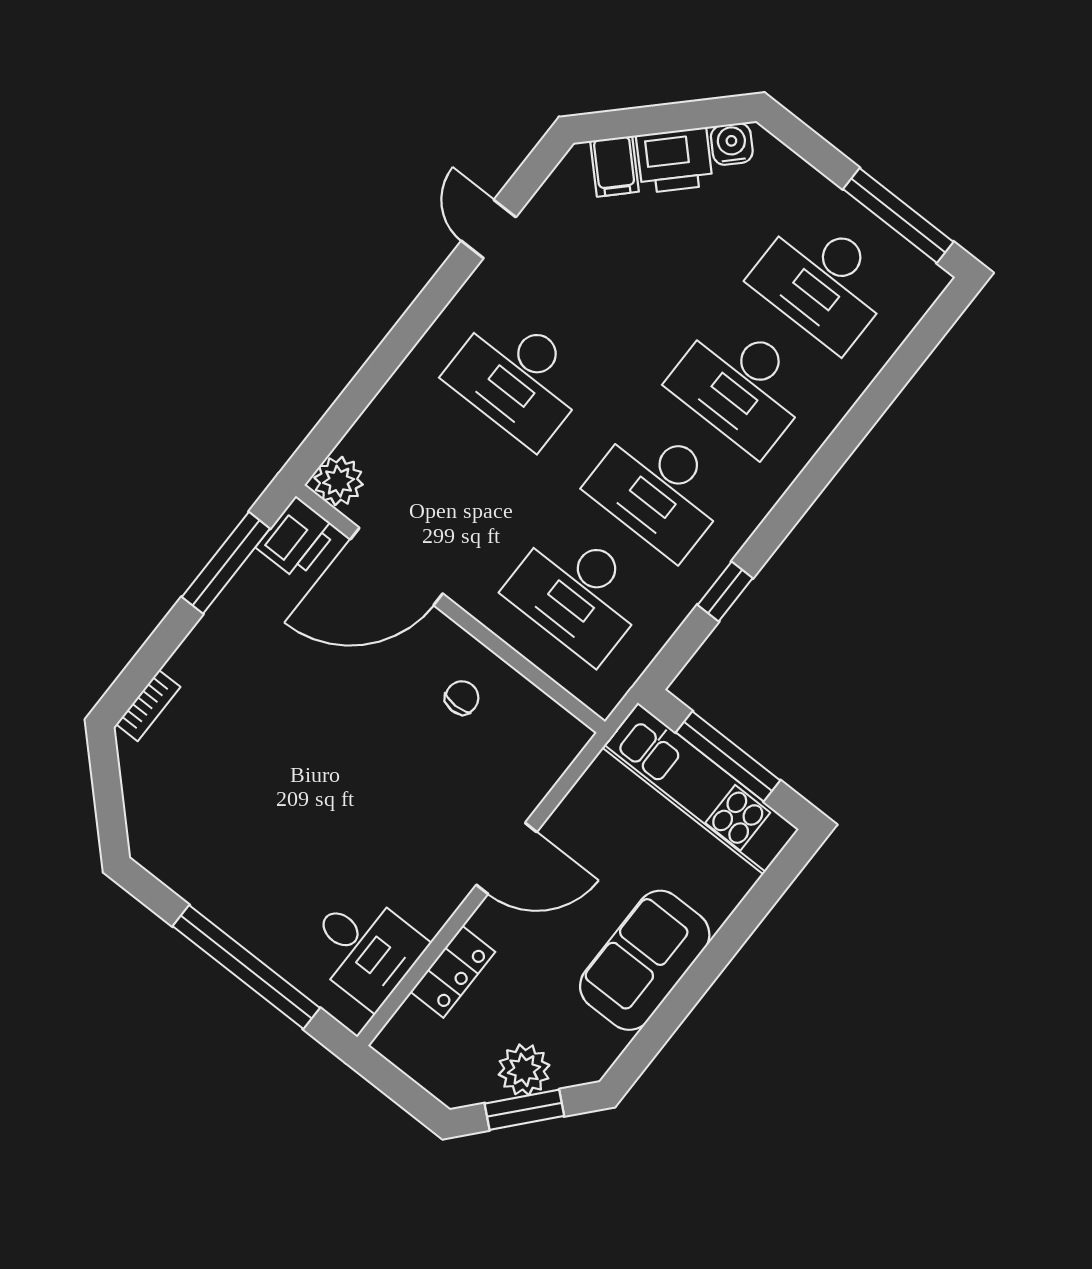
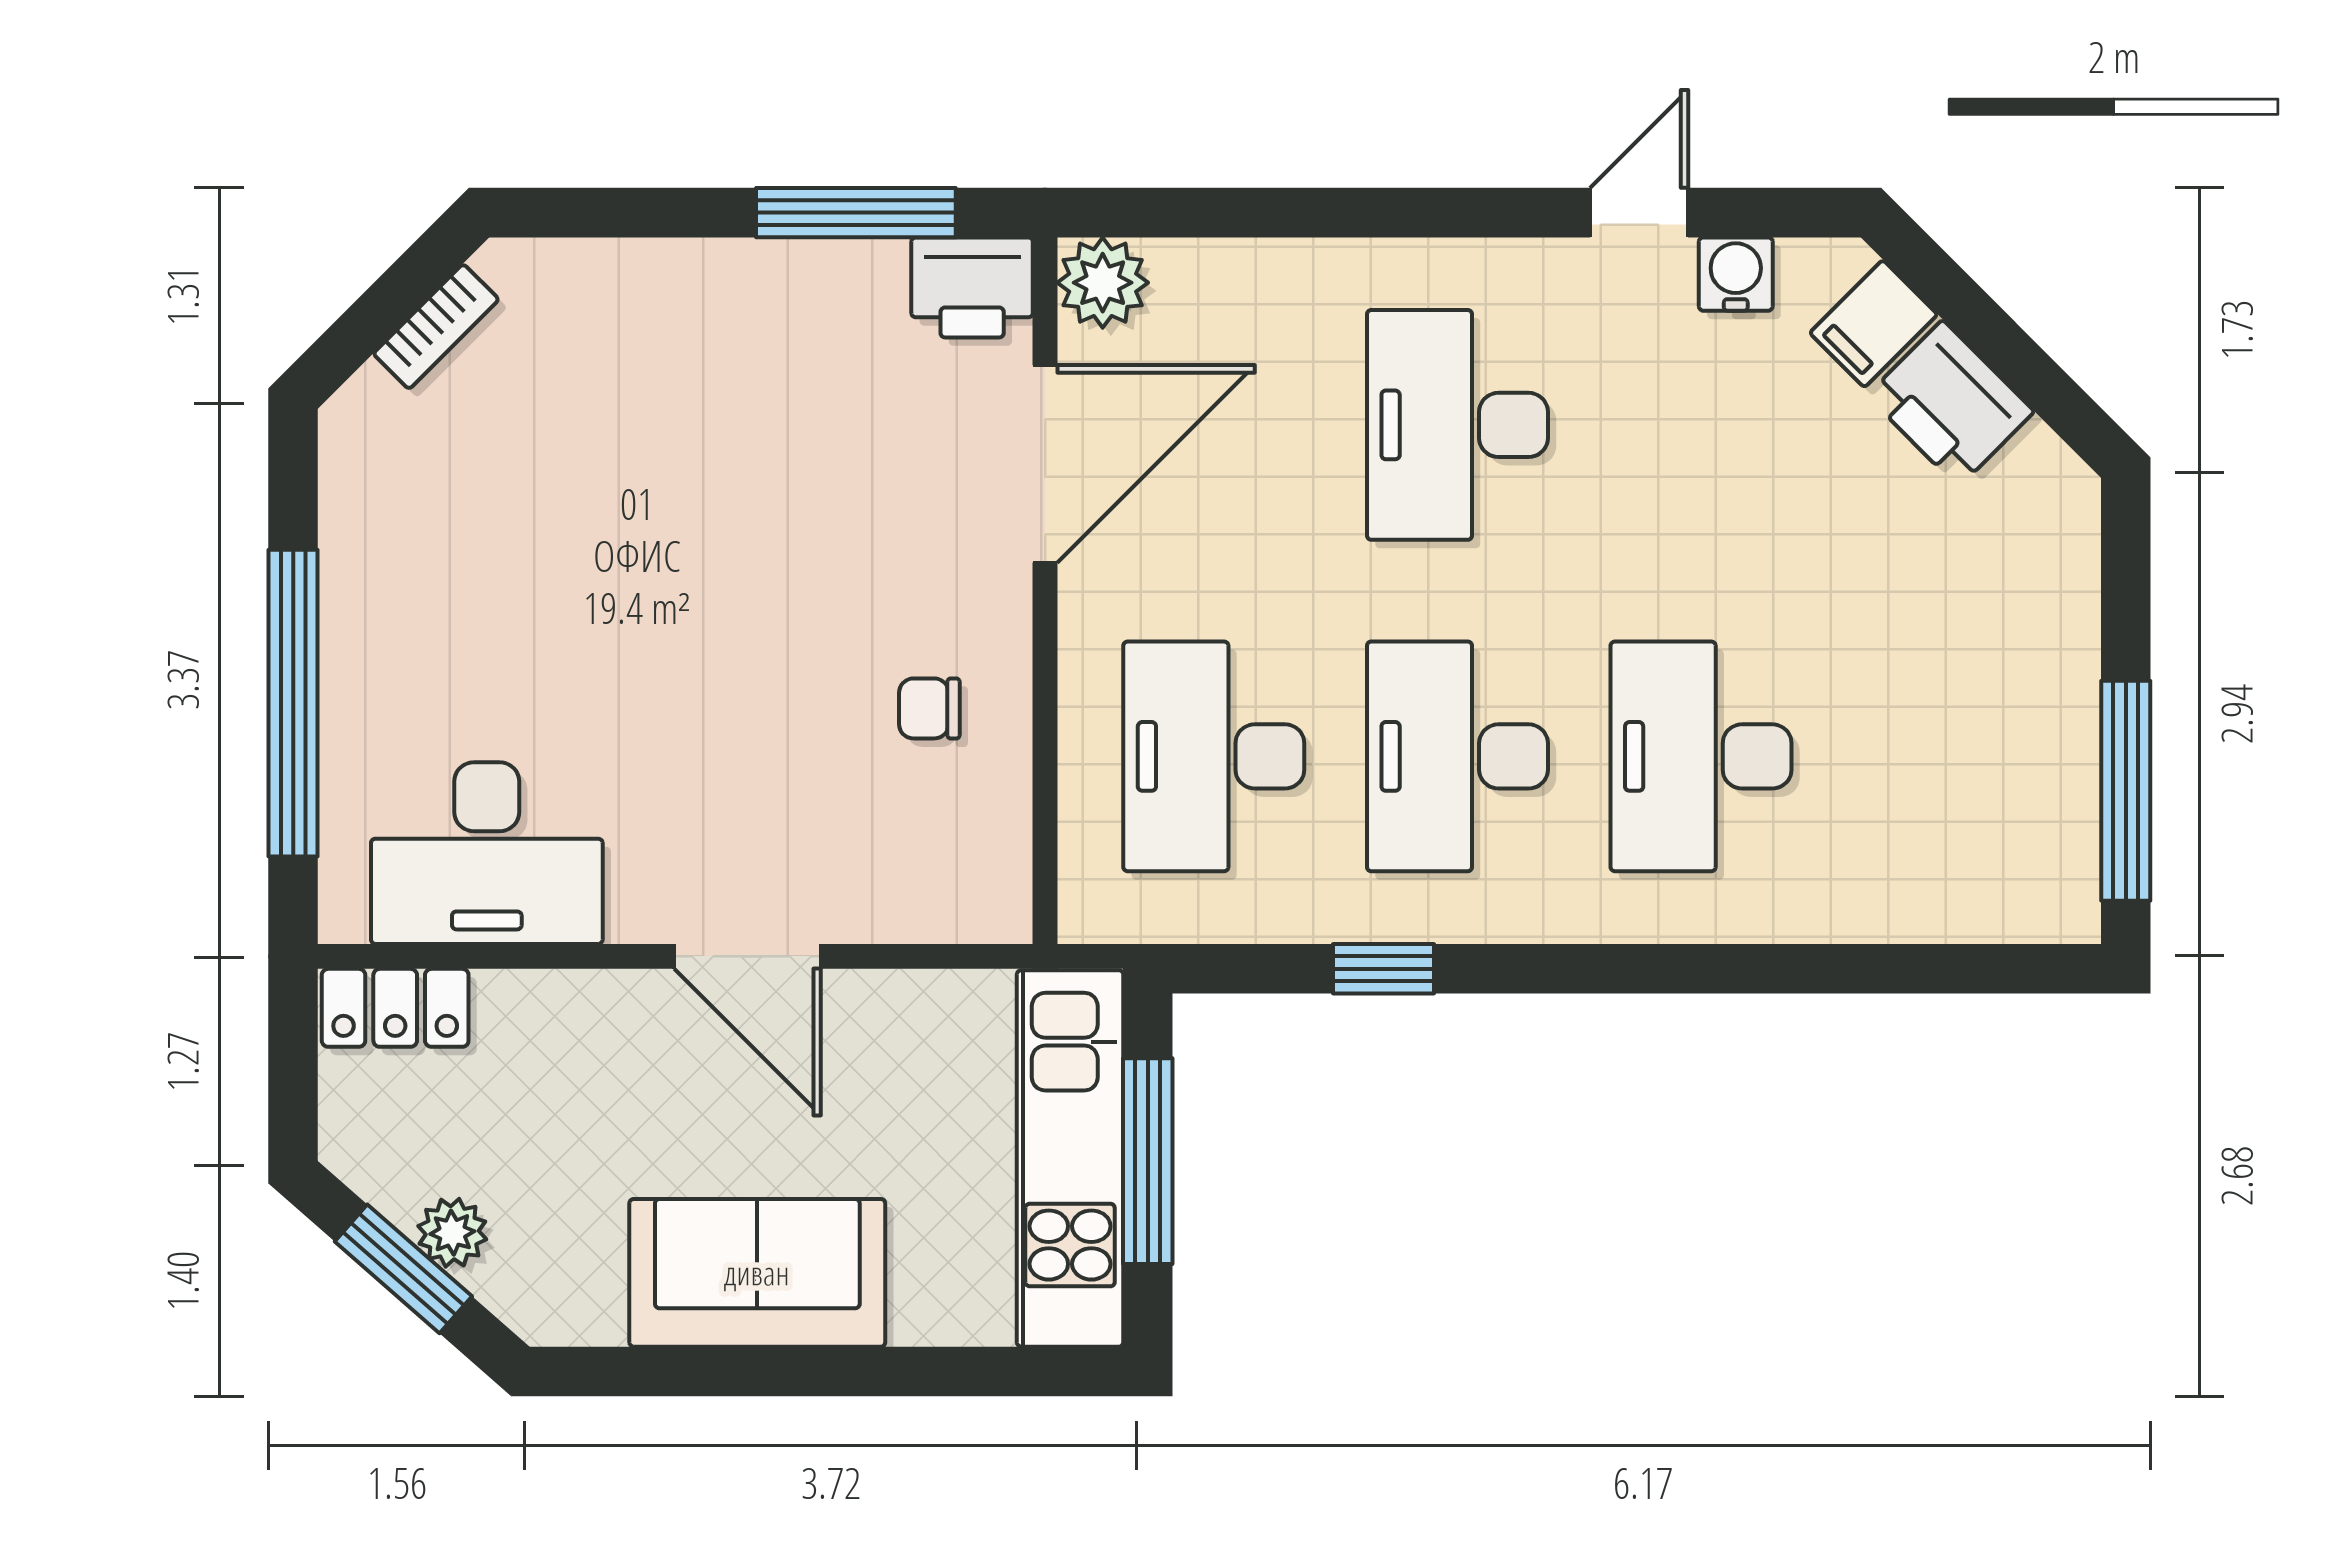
water cooler: (732, 144) -> (1736, 274), moved, turned -45
desk: (823, 281) -> (1945, 756), removed
door: (397, 566) -> (1045, 464), swing flipped
chair: (462, 698) -> (929, 708), turned 180
bookcase: (148, 706) -> (436, 327), moved, turned -45
desk: (365, 948) -> (487, 853), width x1.37
locker: (453, 972) -> (395, 1008), moved
plant: (524, 1070) -> (452, 1233), width x0.73, depth x0.73

